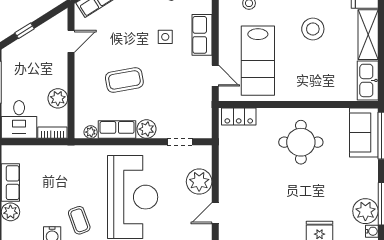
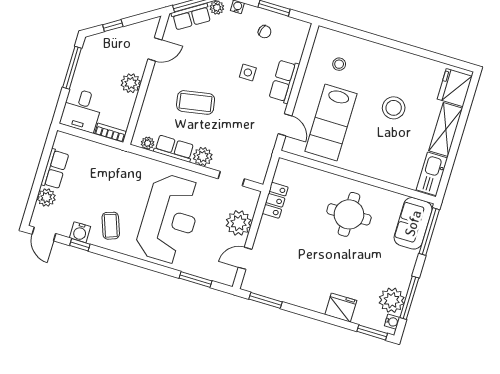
plant: (58, 98) -> (131, 83), moved
locker: (239, 117) -> (275, 200), moved, turned -90

